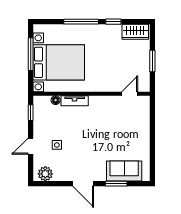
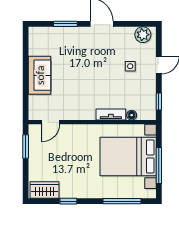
window: (81, 22) -> (122, 201), moved
window: (152, 61) -> (26, 147), moved
sofa: (124, 171) -> (40, 75), moved, turned -90

